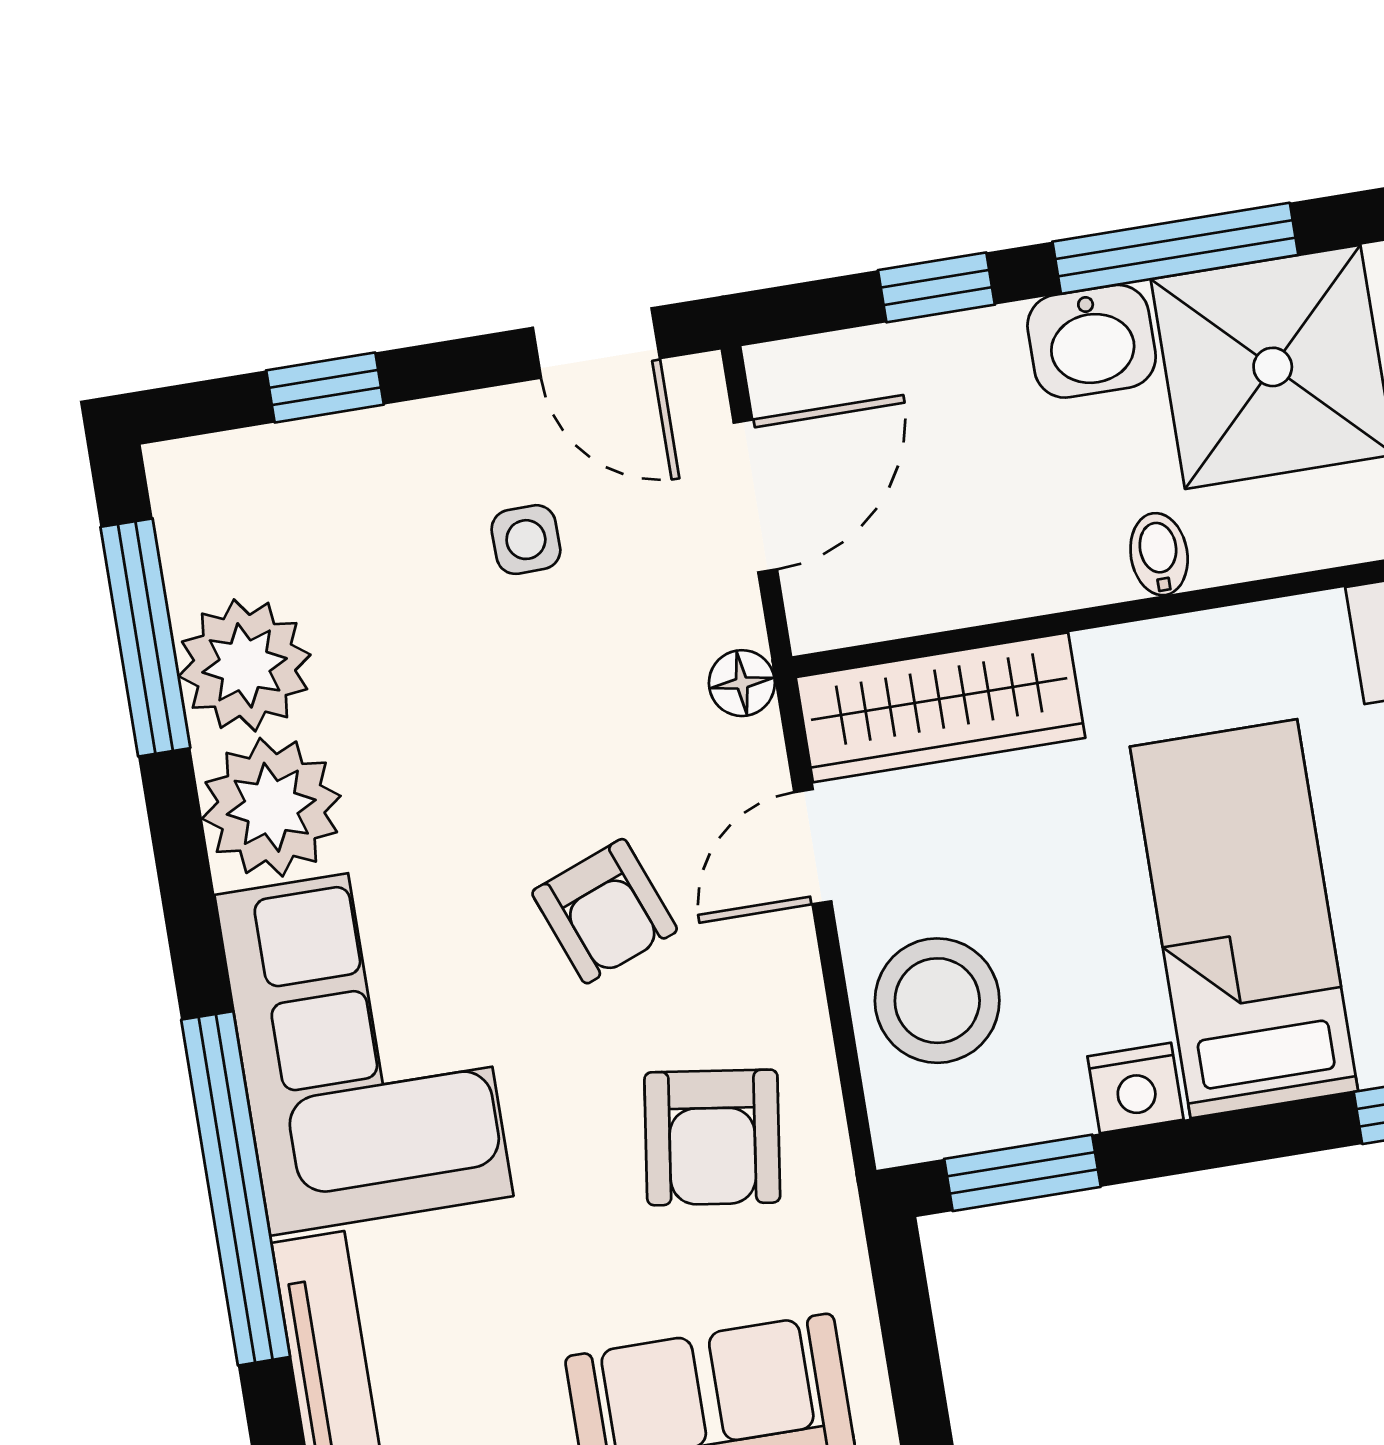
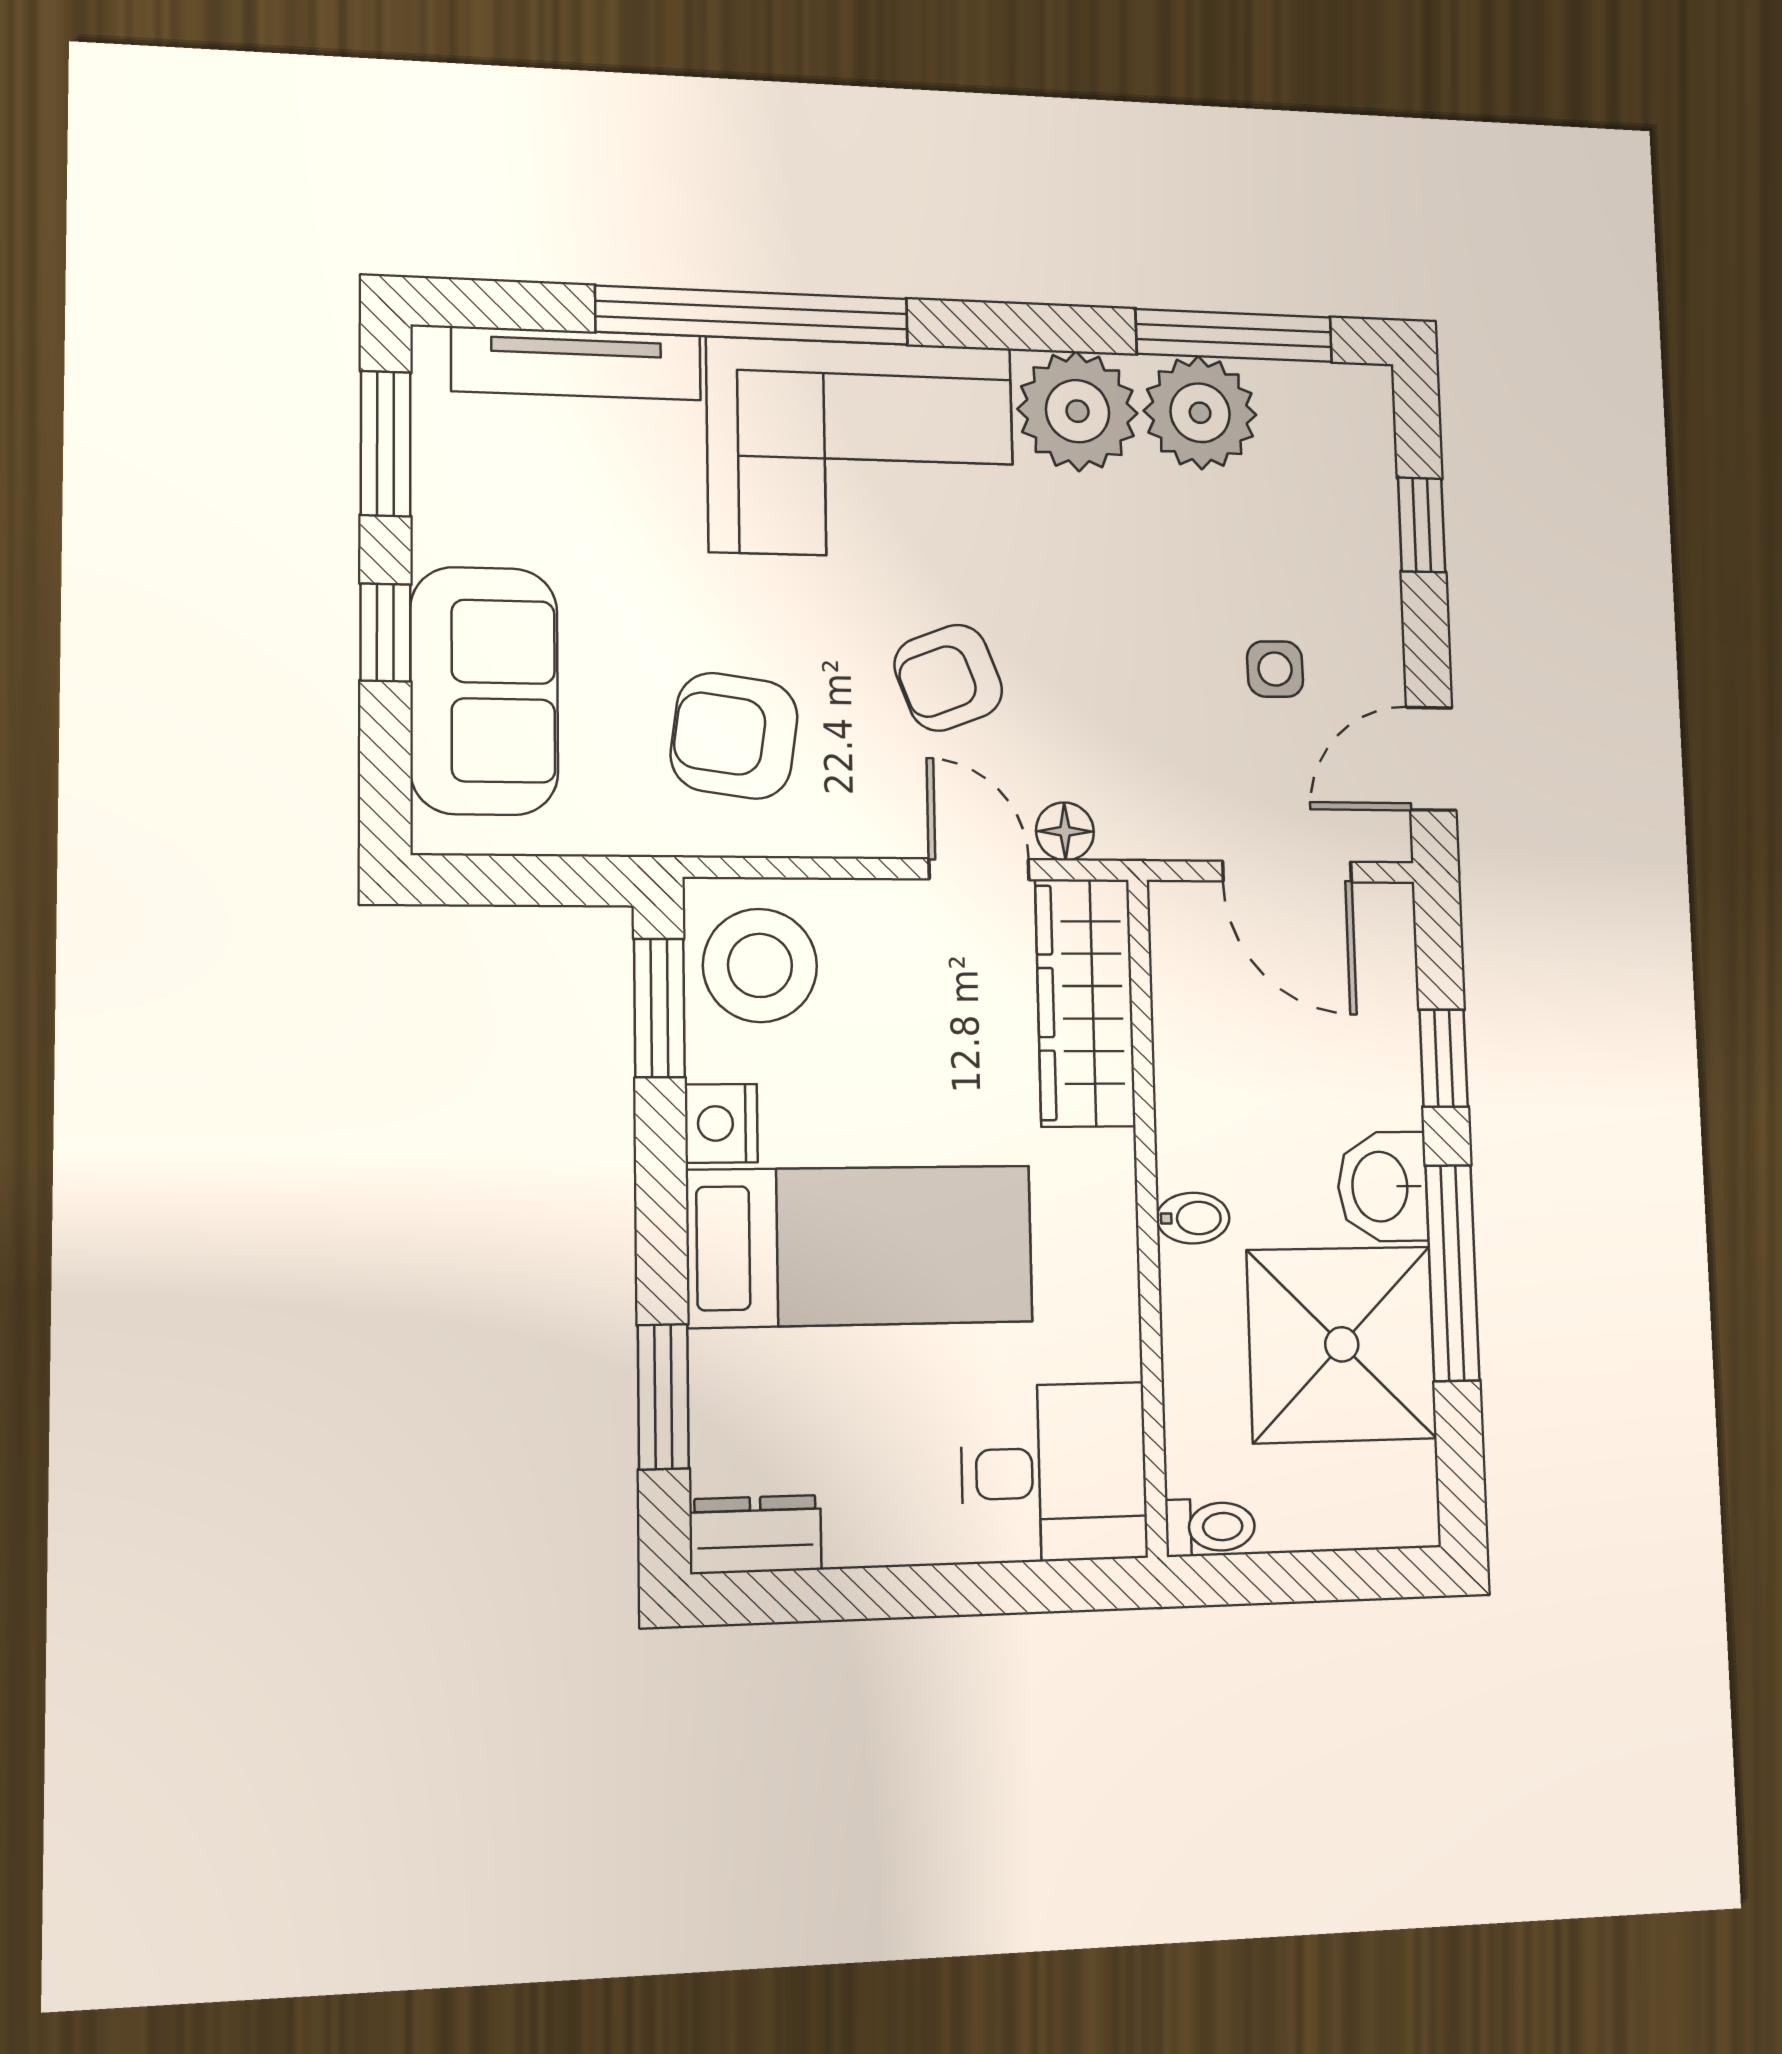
floor lamp: (742, 683) -> (1065, 831), moved
stool: (937, 1001) -> (760, 965), moved

